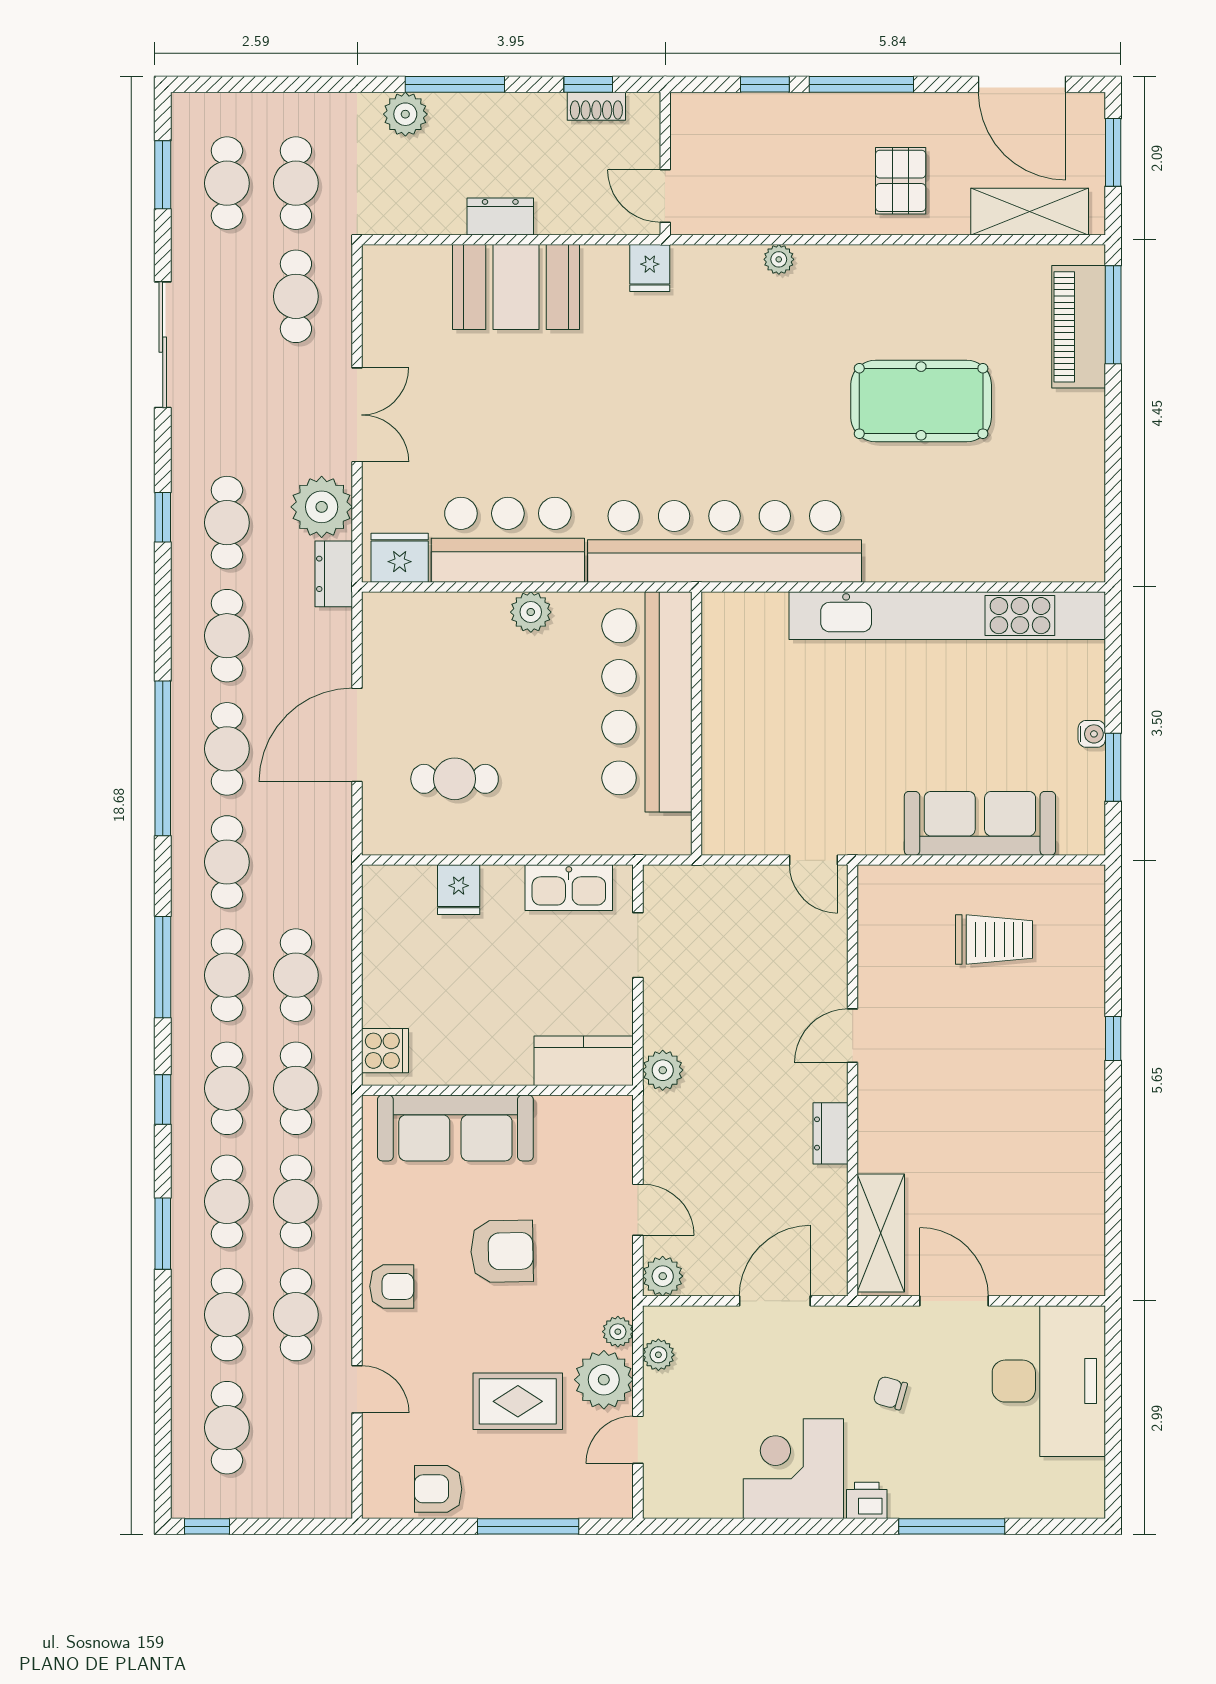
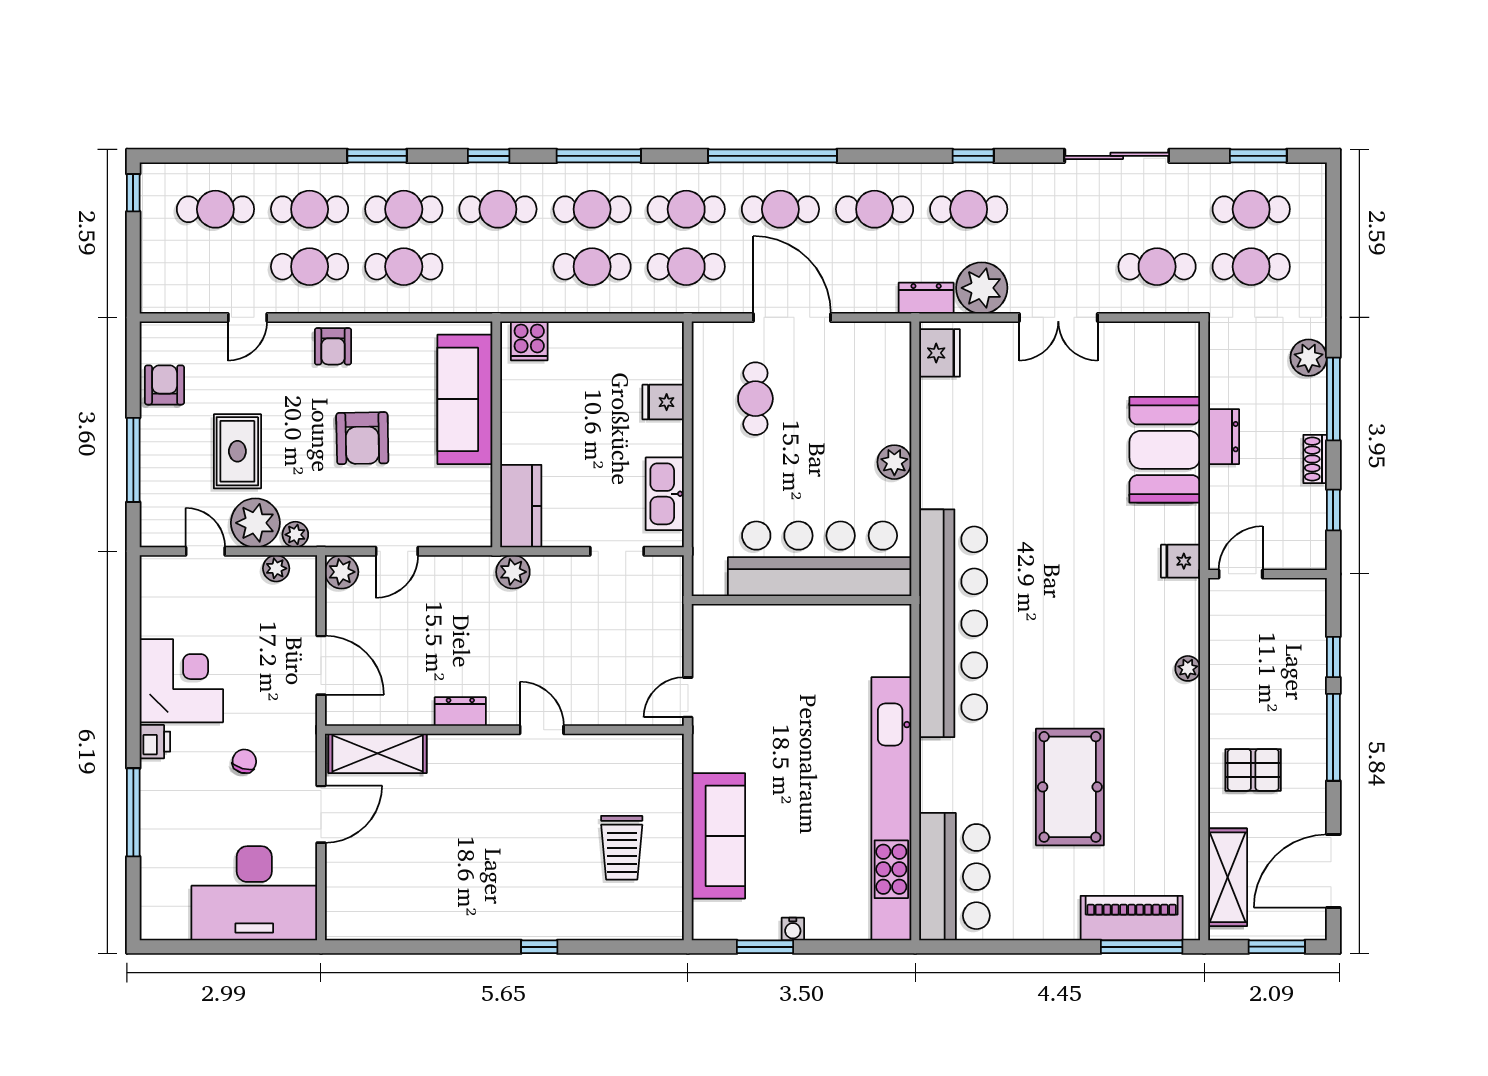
shoe rack: (596, 106) -> (1315, 459), moved
bar counter: (508, 540) -> (954, 877), moved
cafe table: (296, 1088) -> (686, 267), moved

